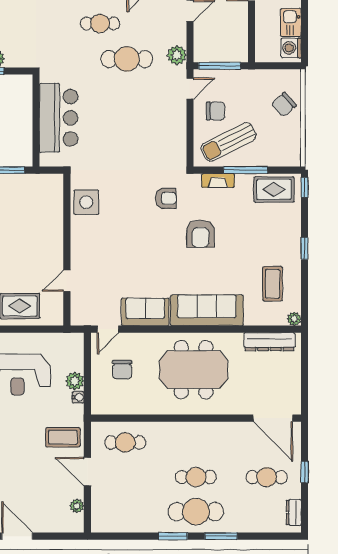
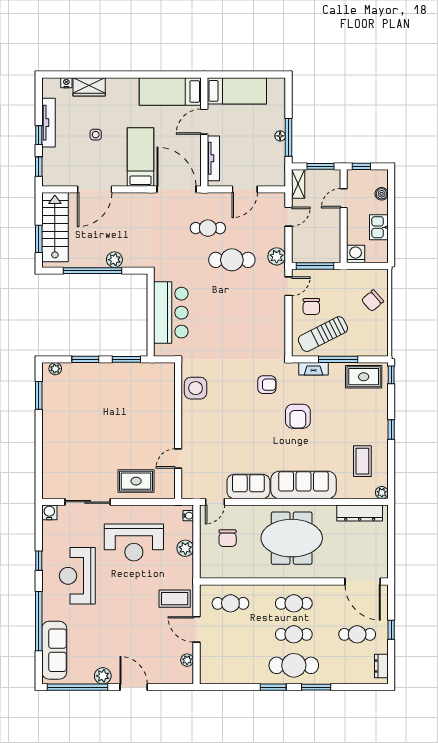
washing machine: (291, 48) -> (356, 254), moved, turned 90
chair: (216, 111) -> (311, 306), turned 90
water cooler: (78, 397) -> (188, 516), moved
cafe table: (196, 443) -> (294, 603), added

